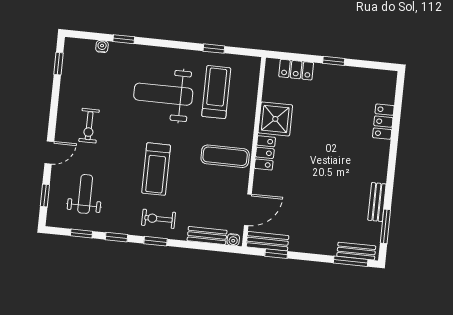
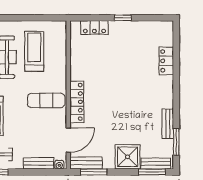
window: (214, 49) -> (29, 18), removed
shower: (275, 119) -> (127, 157), moved
locker: (265, 153) -> (77, 102), width x1.53
window: (276, 254) -> (94, 172), width x1.50

